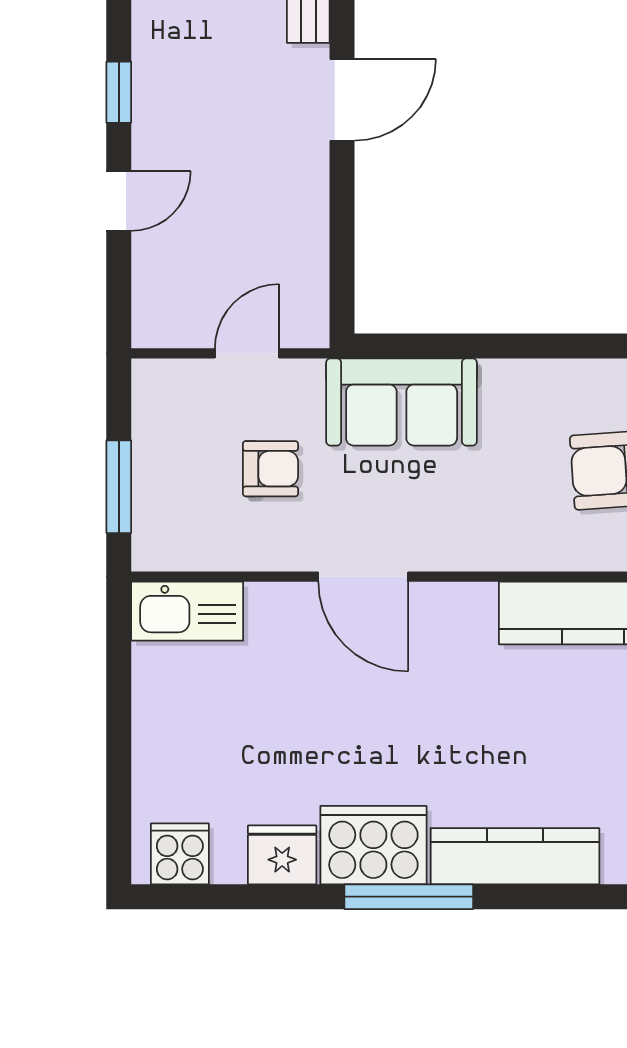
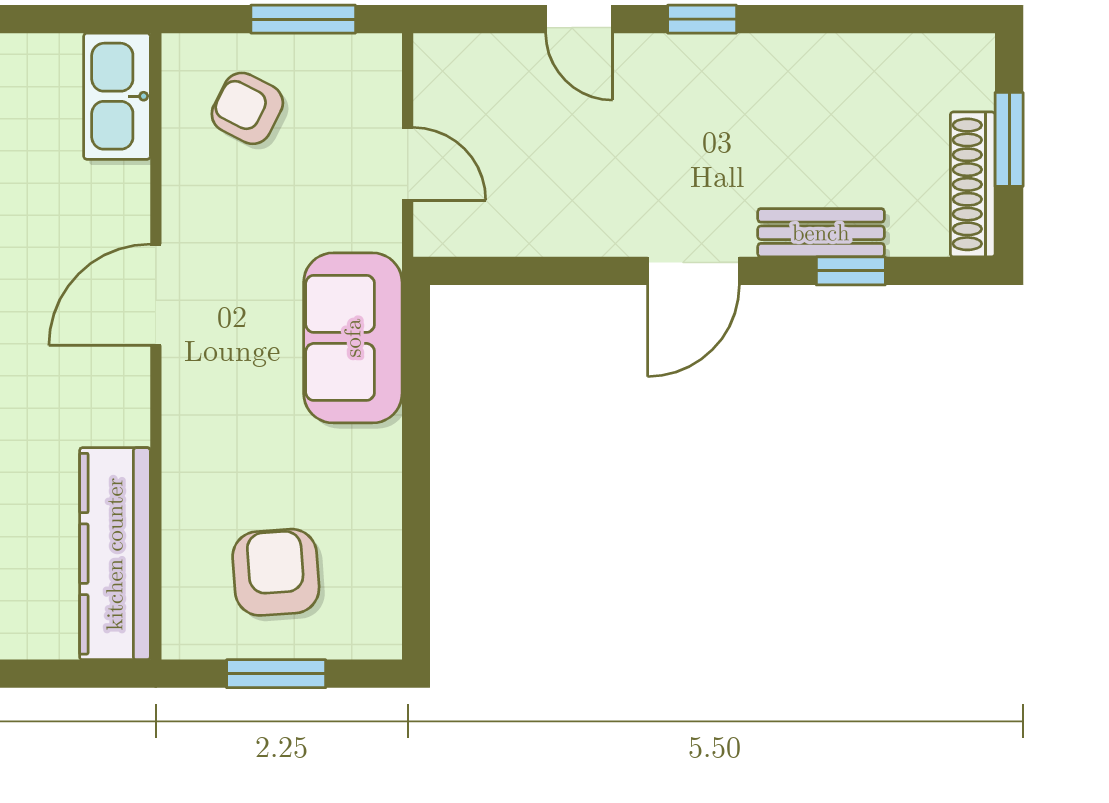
door: (342, 100) -> (693, 271), hinge flipped
armchair: (270, 469) -> (247, 108), moved, turned 117
window: (119, 487) -> (303, 19), moved

